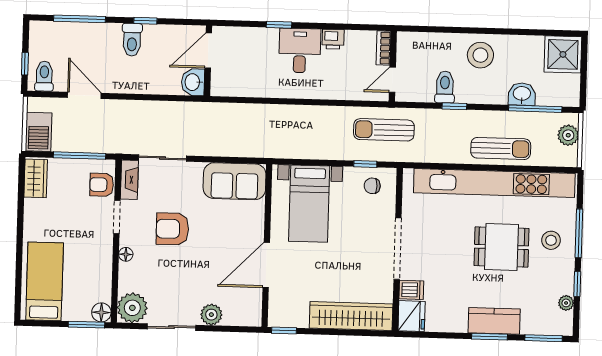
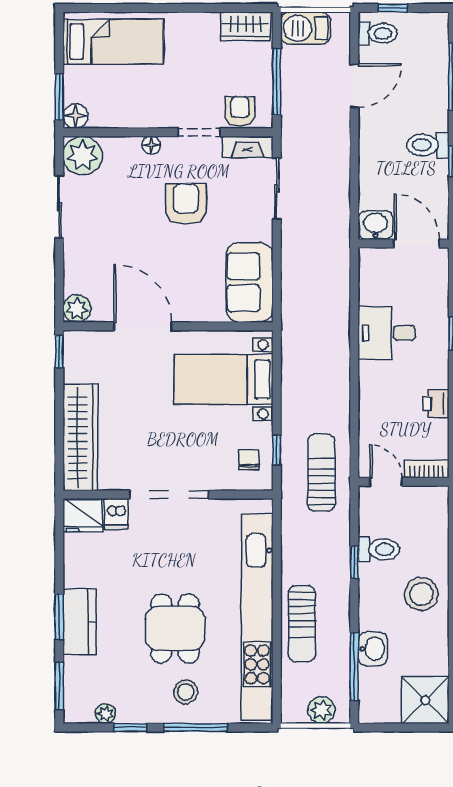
desk: (300, 50) -> (387, 333), moved, turned 180
plant: (211, 315) -> (77, 309), moved

